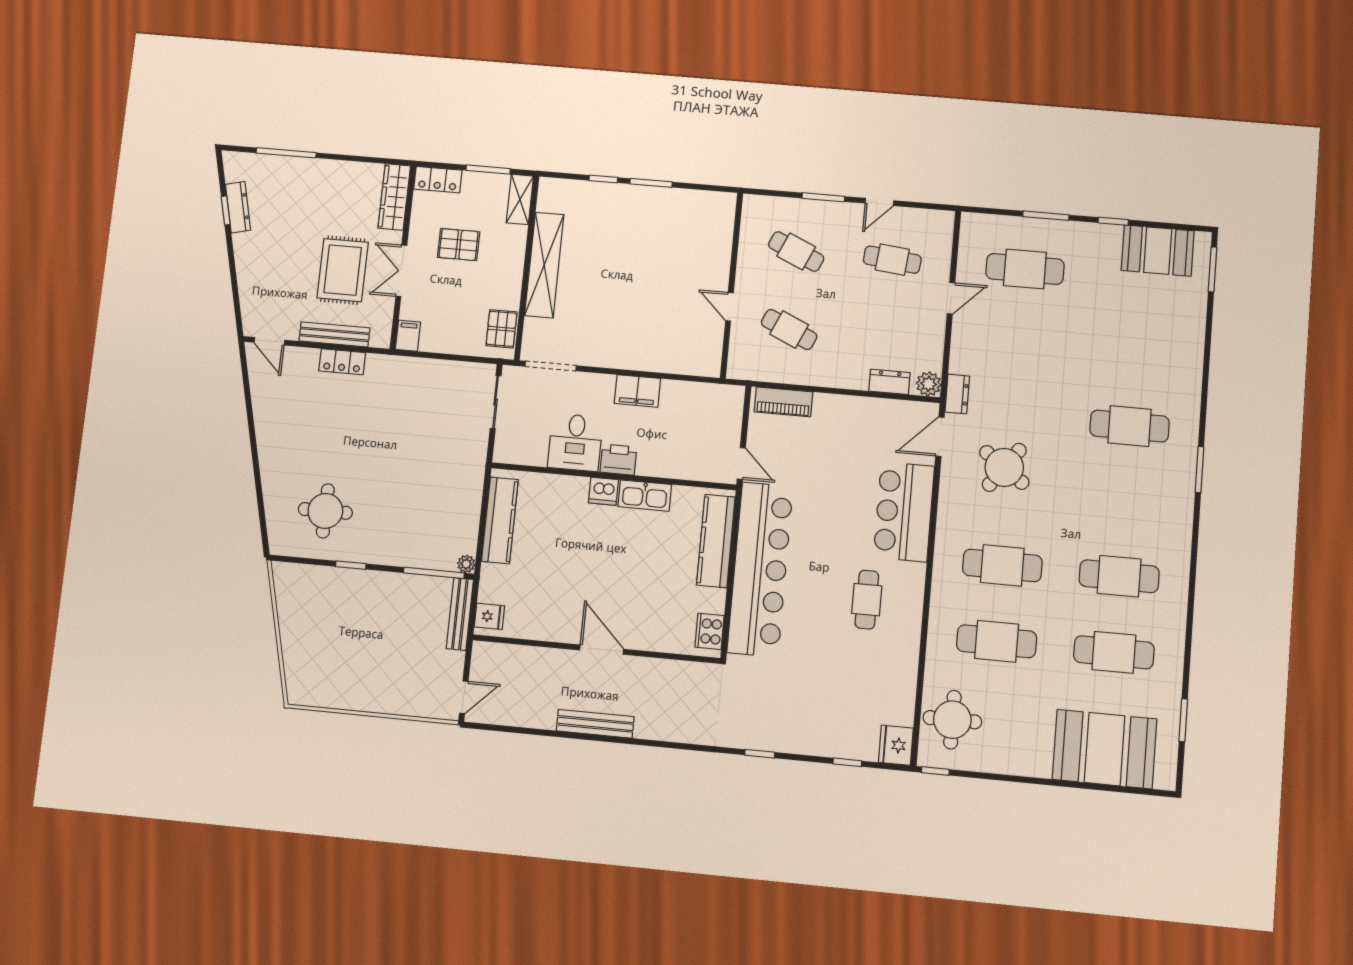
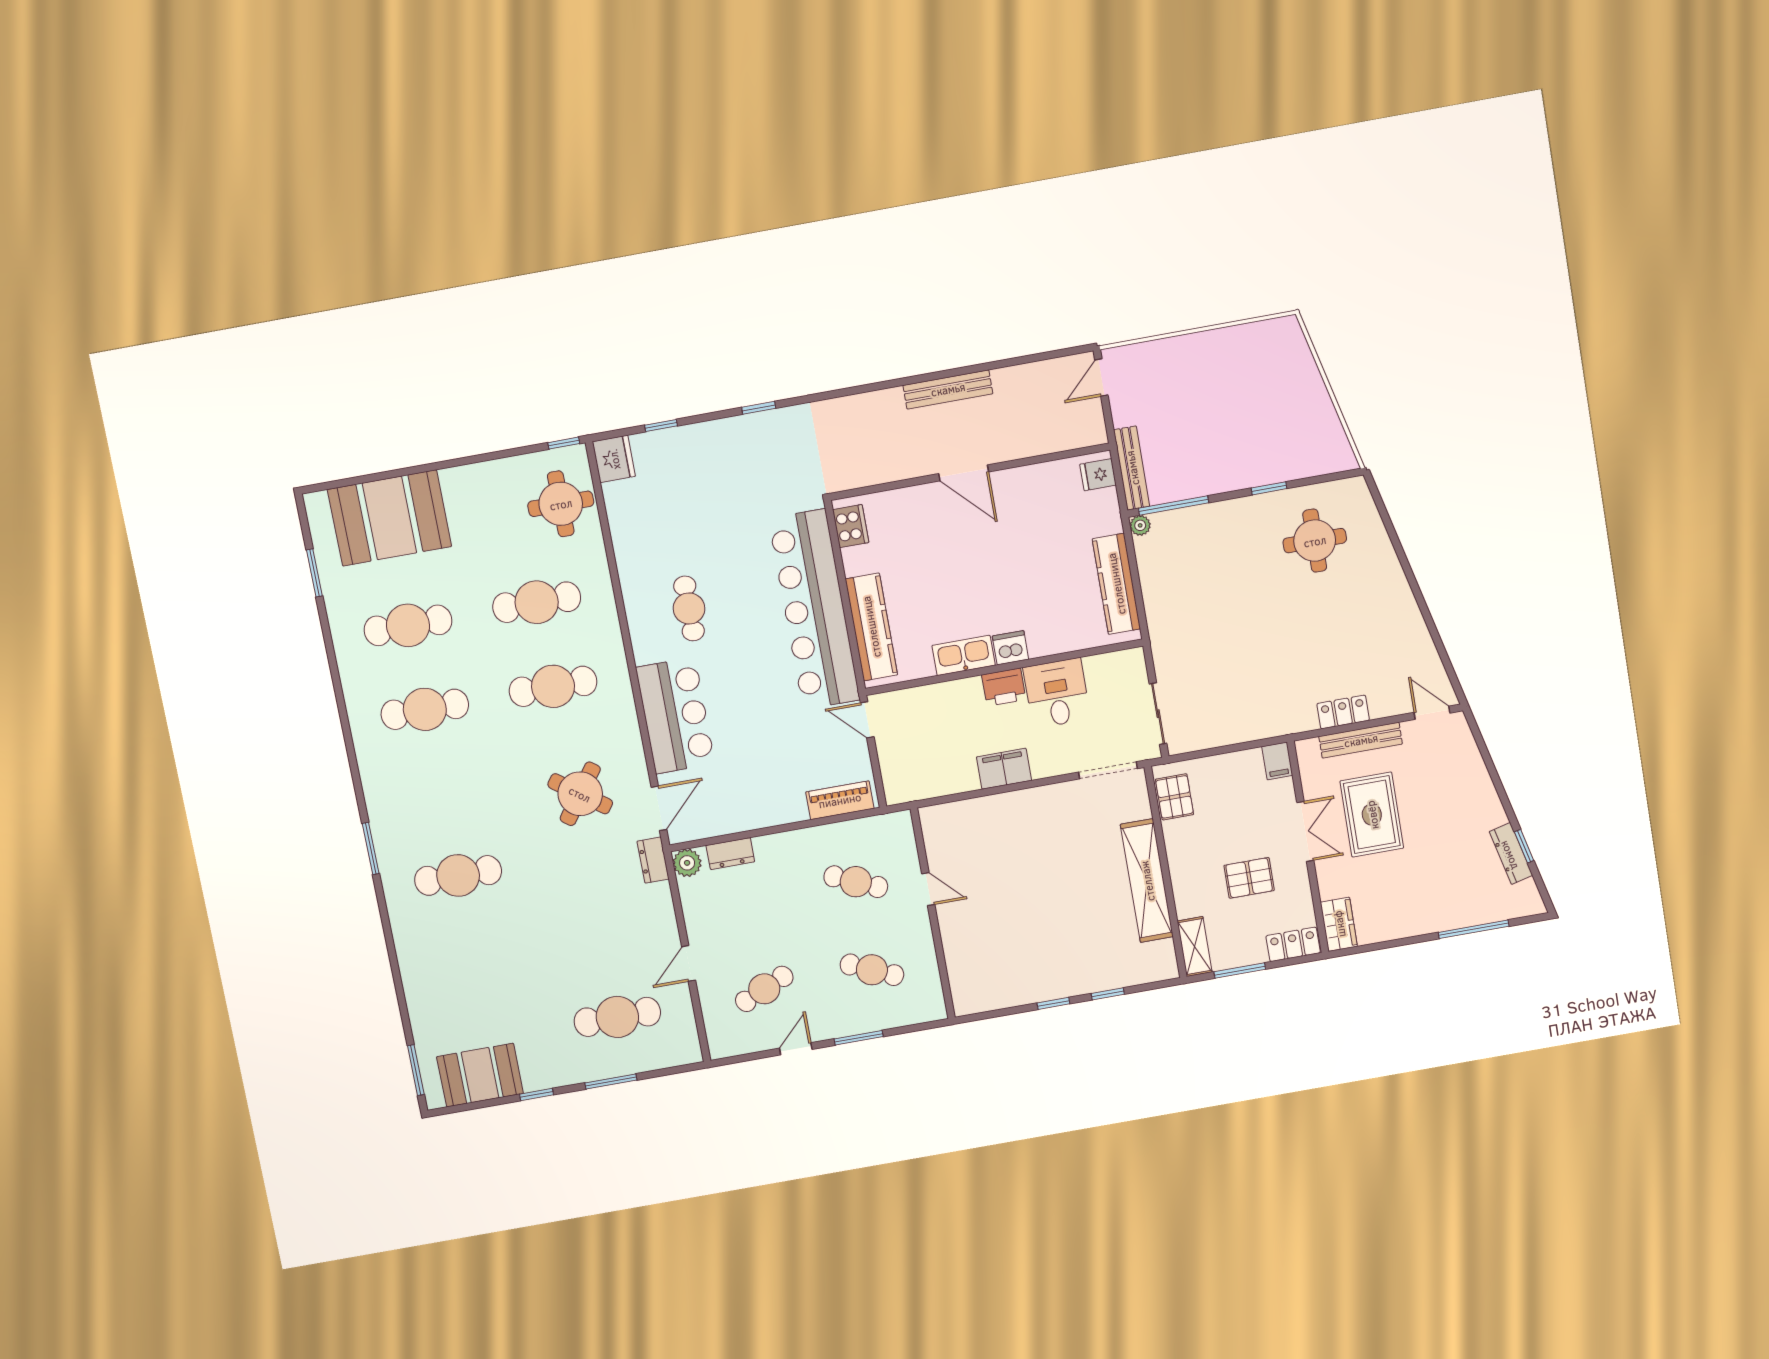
window: (651, 183) -> (1053, 1003), width x0.67
wardrobe: (394, 197) -> (1339, 924), width x0.67
cafe table: (892, 260) -> (764, 989), turned -30

